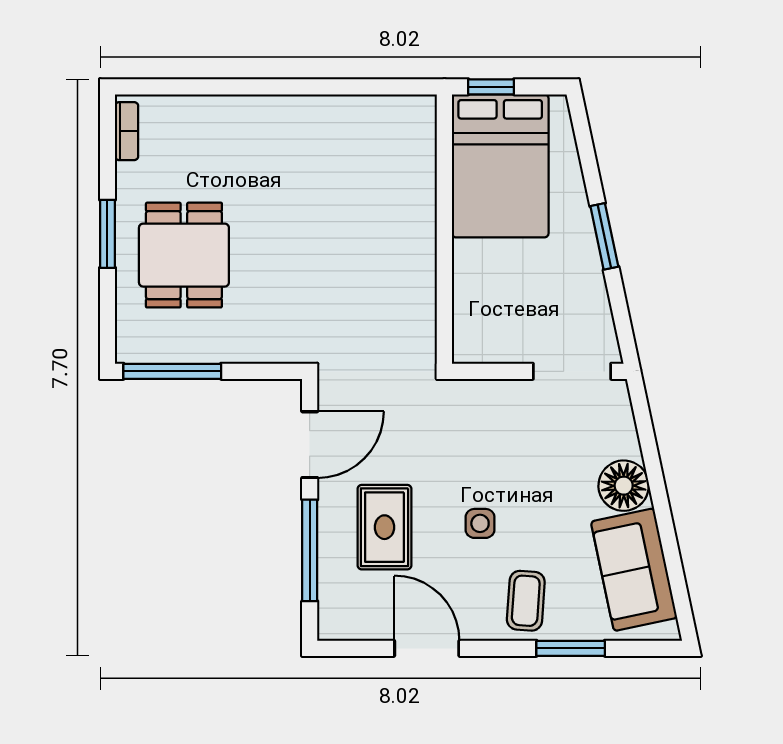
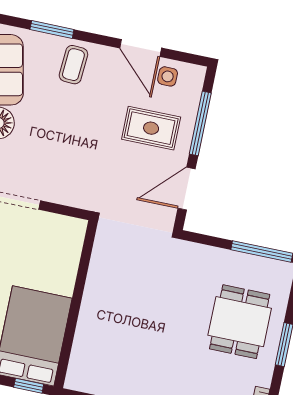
side table: (480, 523) -> (168, 76), moved
rug: (384, 527) -> (151, 128), turned 90

